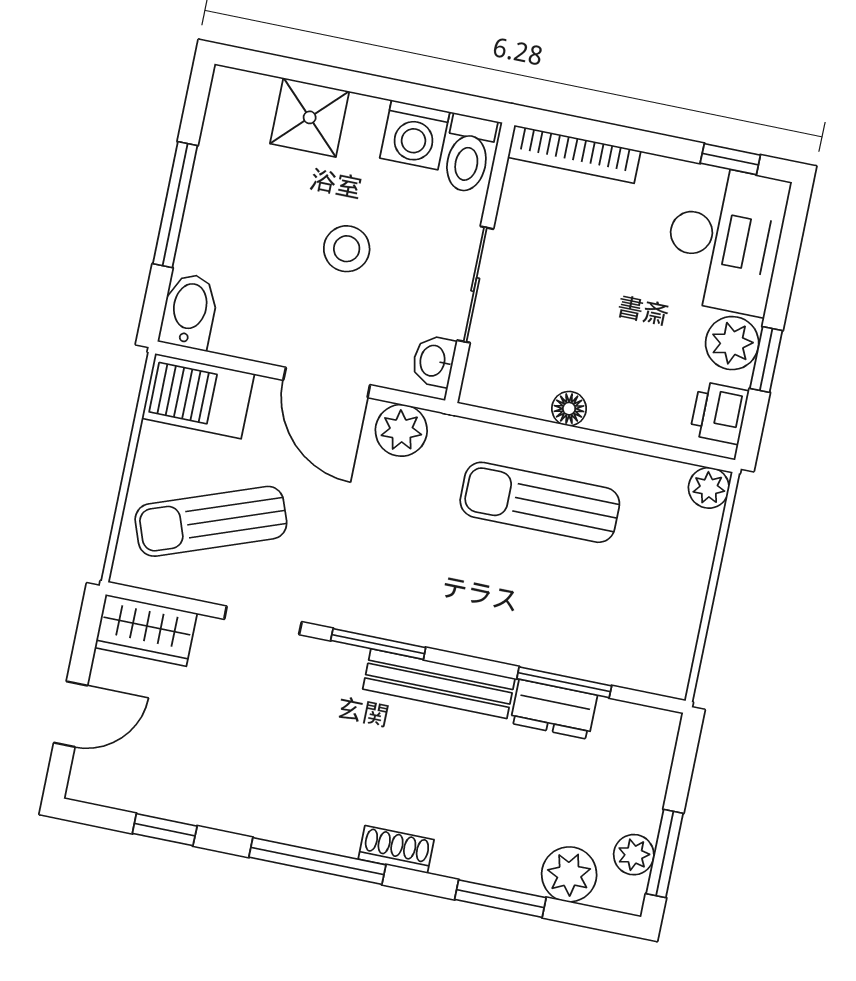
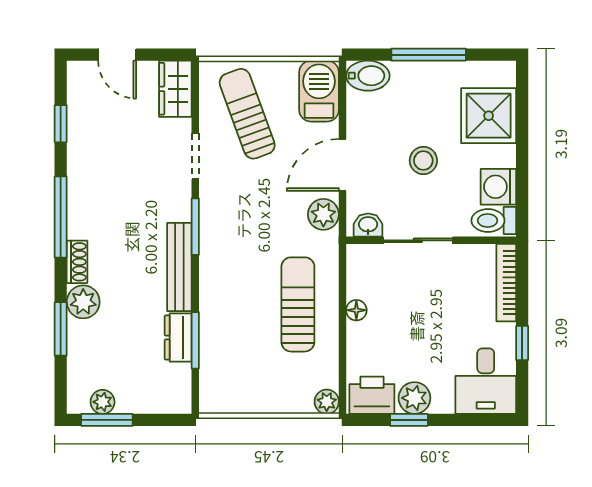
shower: (310, 117) -> (489, 116), width x1.36, depth x1.36
window: (730, 159) -> (522, 343), moved
desk: (725, 239) -> (486, 381), width x0.73
printer: (719, 413) -> (372, 395), width x1.36, depth x1.24
plant: (569, 874) -> (83, 302), moved

